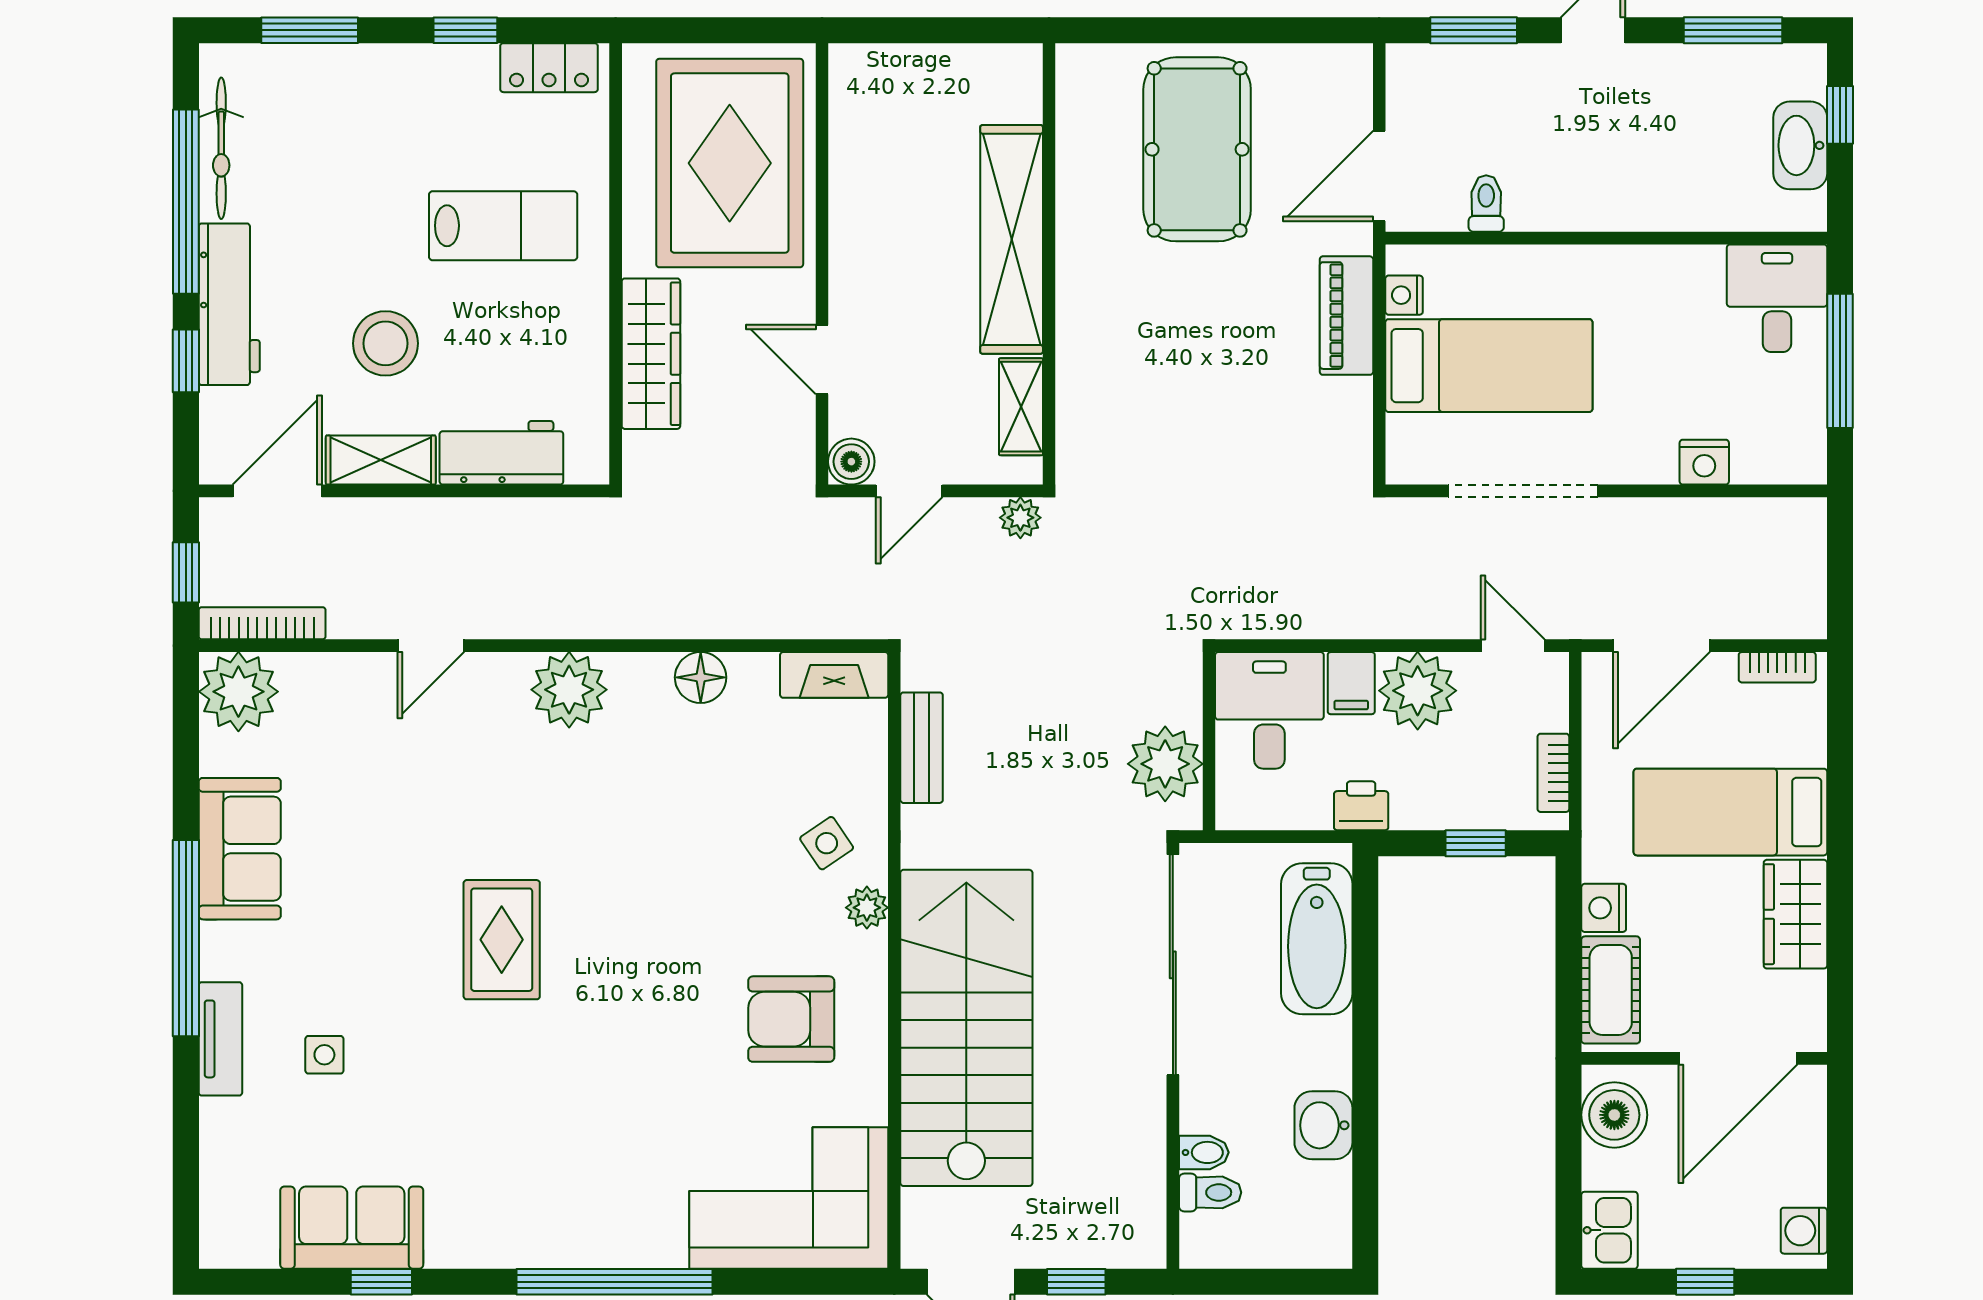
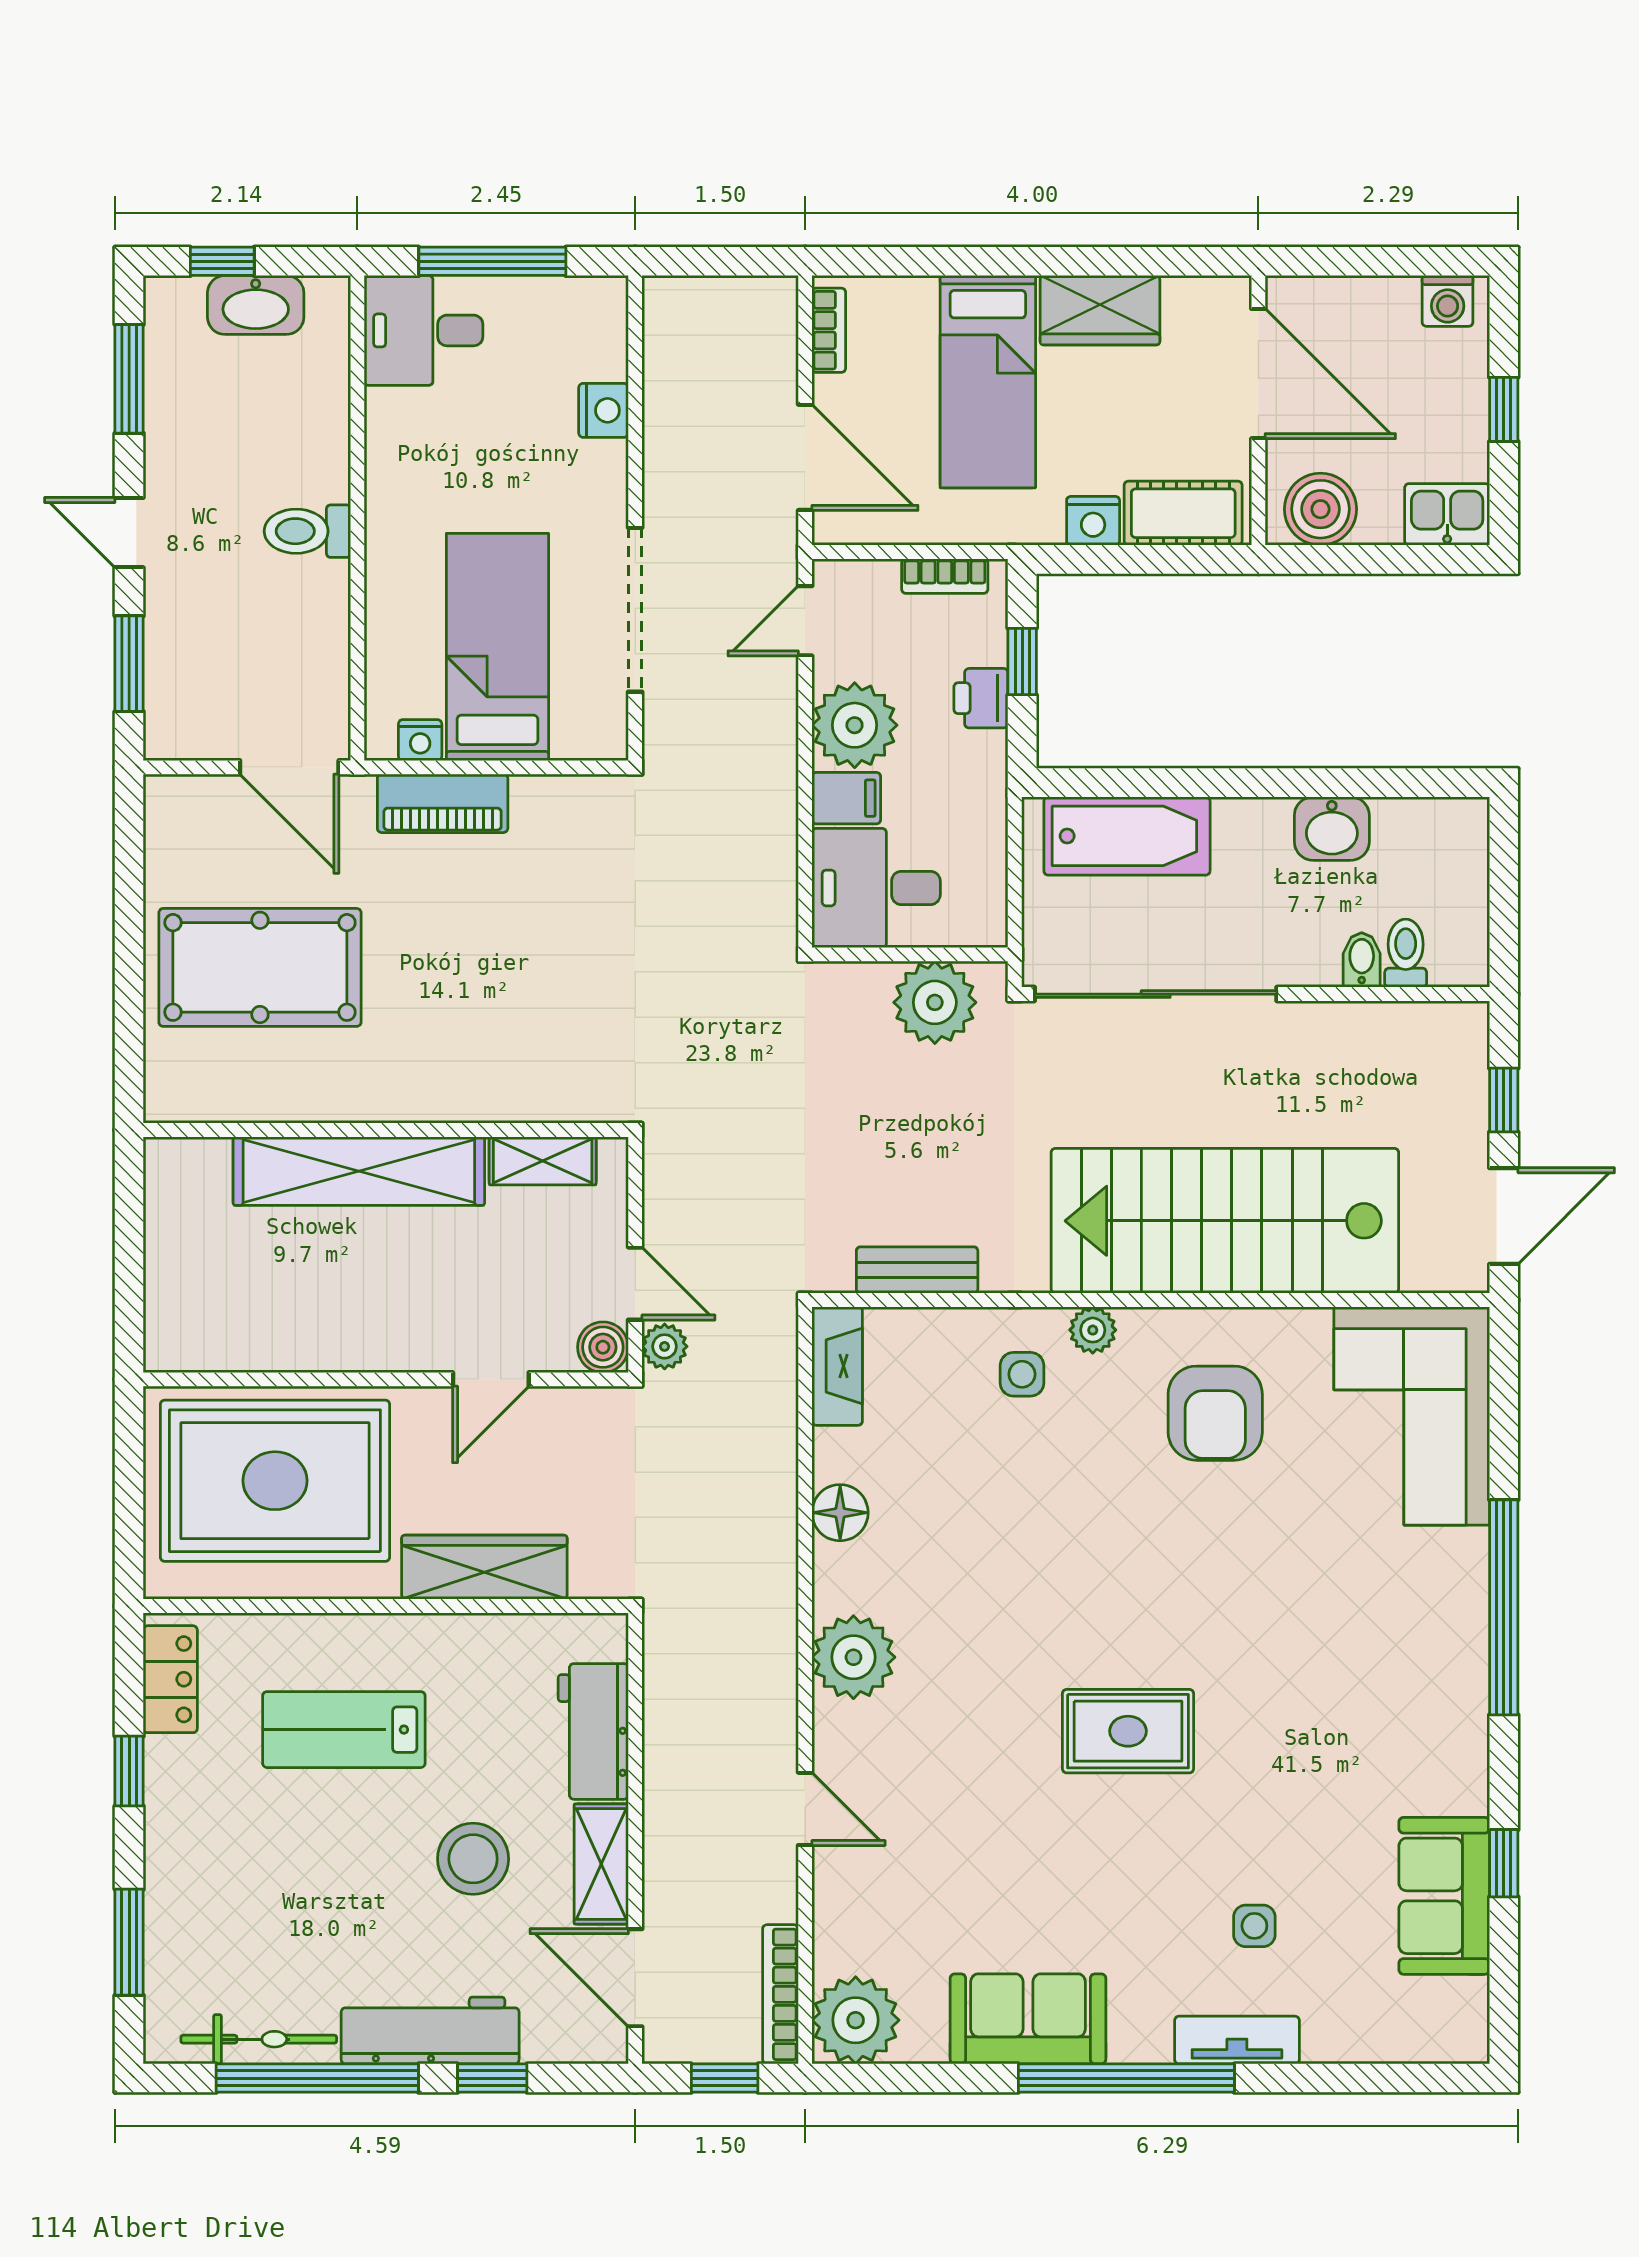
toilet: (1486, 203) -> (307, 531), moved, width x1.37, depth x1.39
lab bench: (503, 226) -> (344, 1730), turned -90
plant: (1020, 518) -> (665, 1346), moved
printer: (1361, 806) -> (981, 698), moved
side table: (827, 843) -> (1022, 1374), turned 34

